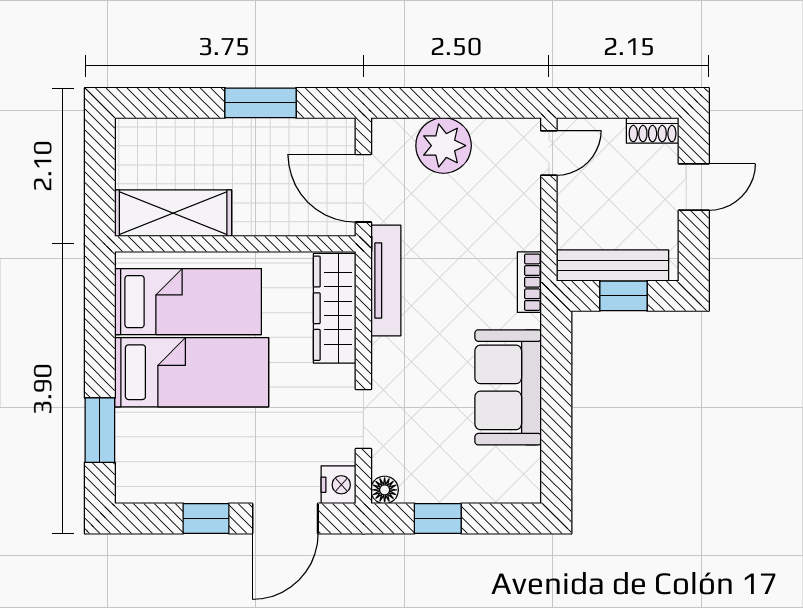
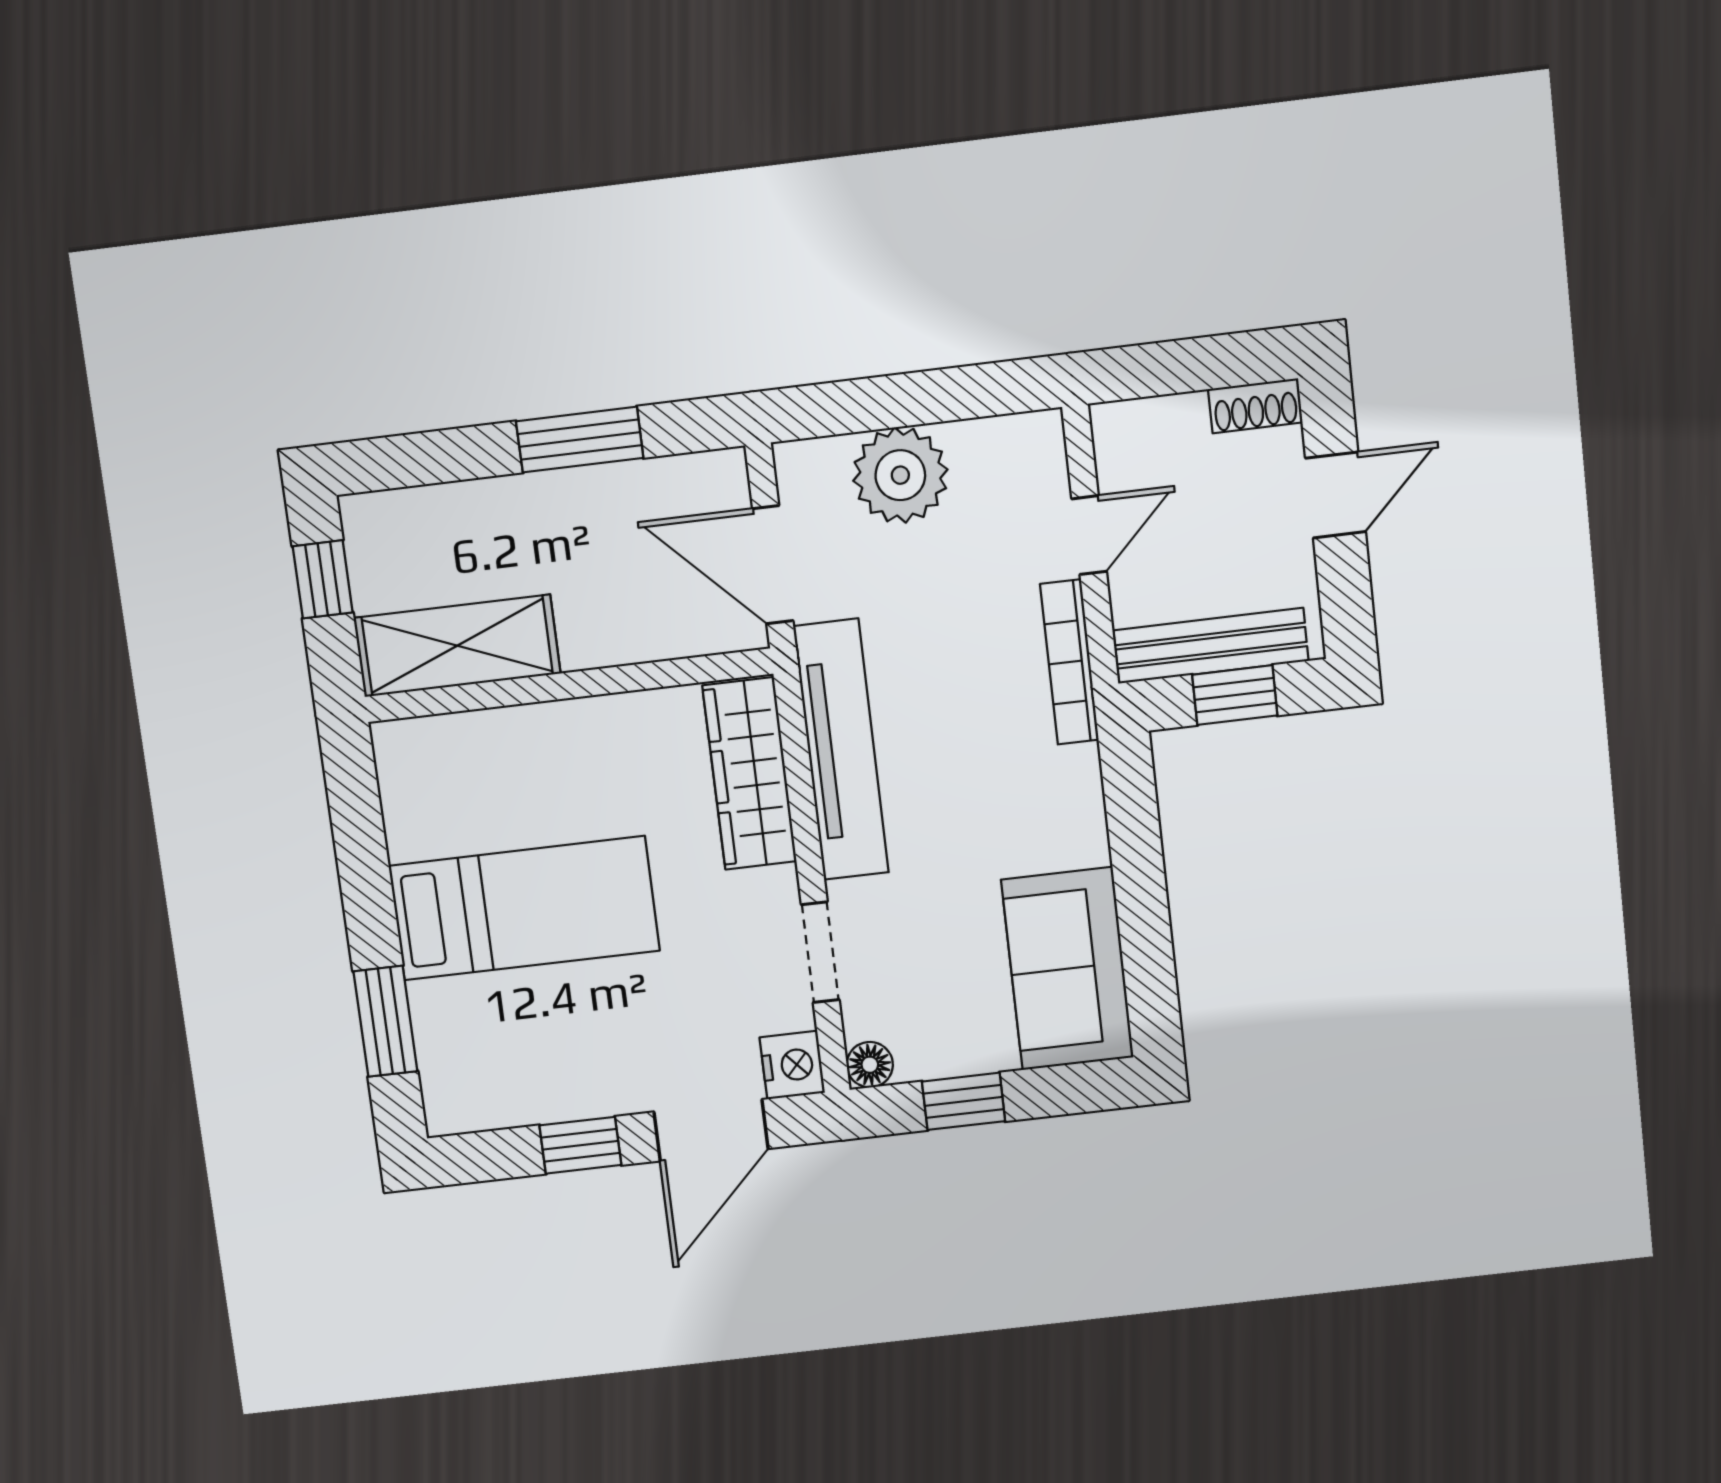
door: (549, 153) -> (1089, 535), moved
window: (100, 165) -> (323, 579), added
tv unit: (386, 281) -> (841, 750), width x1.36, depth x1.29
bookcase: (529, 282) -> (1069, 662), width x1.56
bed: (188, 302) -> (502, 792), removed
sofa: (508, 387) -> (1067, 969), moved

